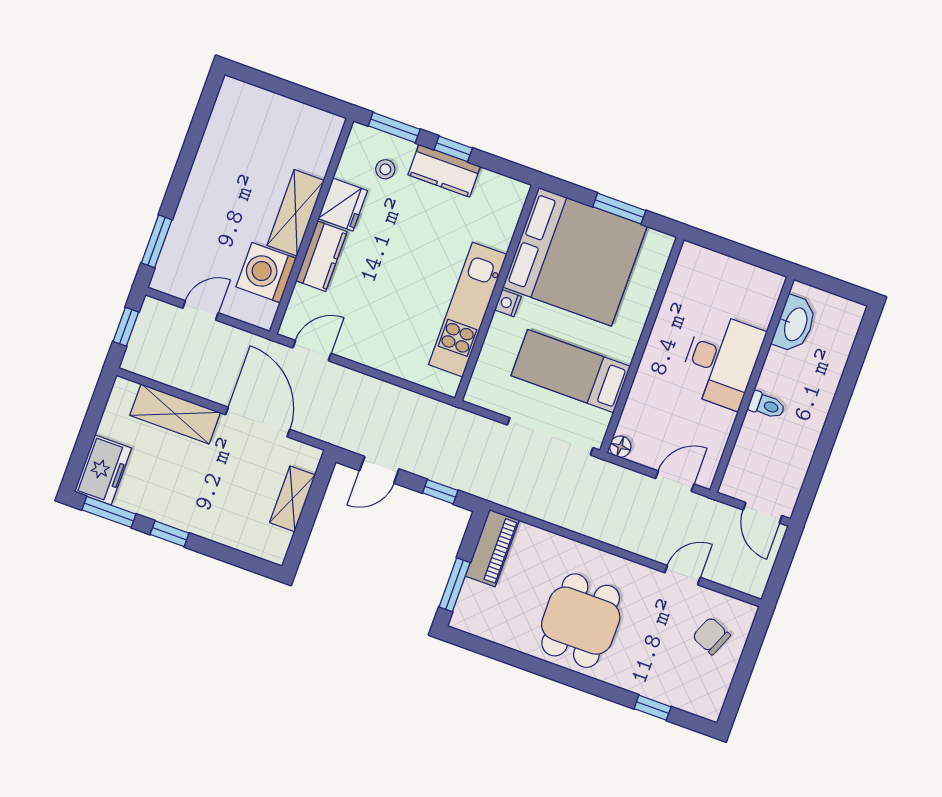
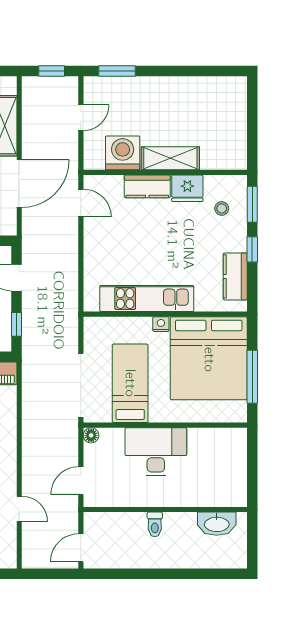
kitchen counter: (444, 171) -> (235, 276), moved
window: (619, 209) -> (252, 377), width x1.44
door: (201, 310) -> (81, 118), hinge flipped
desk: (721, 361) -> (156, 452), moved, turned 180
door: (675, 481) -> (81, 481), swing flipped

